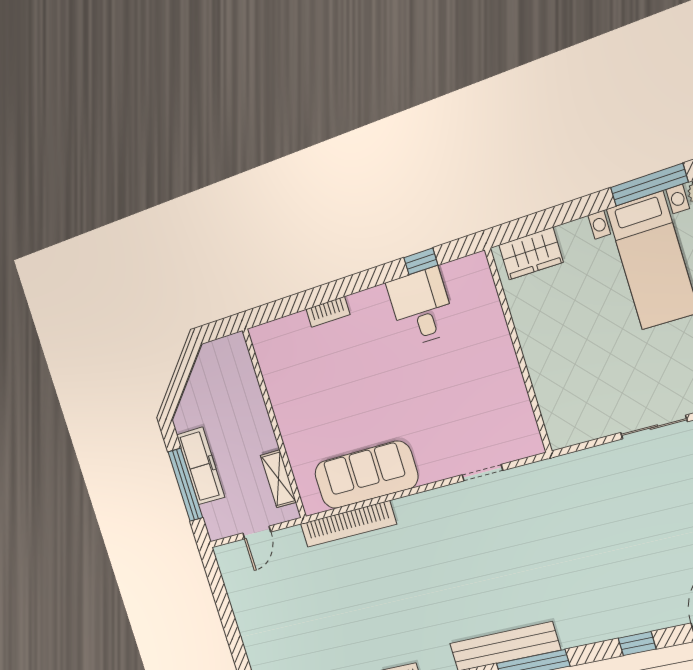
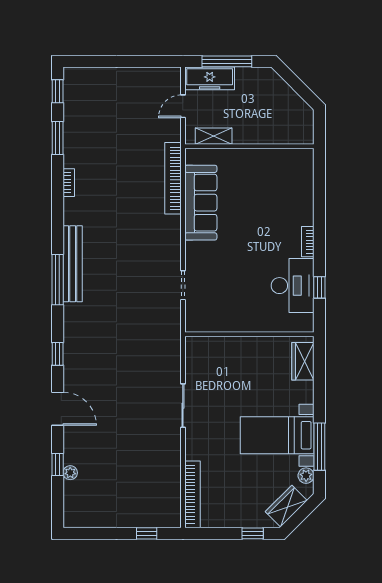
desk: (421, 307) -> (293, 286), width x1.37
bookcase: (328, 312) -> (308, 242), moved
freezer: (201, 466) -> (210, 78), moved
door: (257, 532) -> (183, 106), hinge flipped

